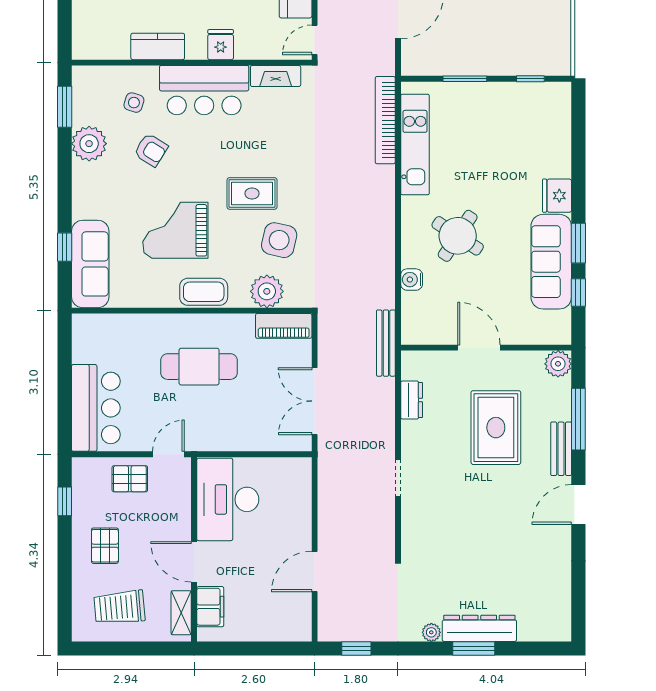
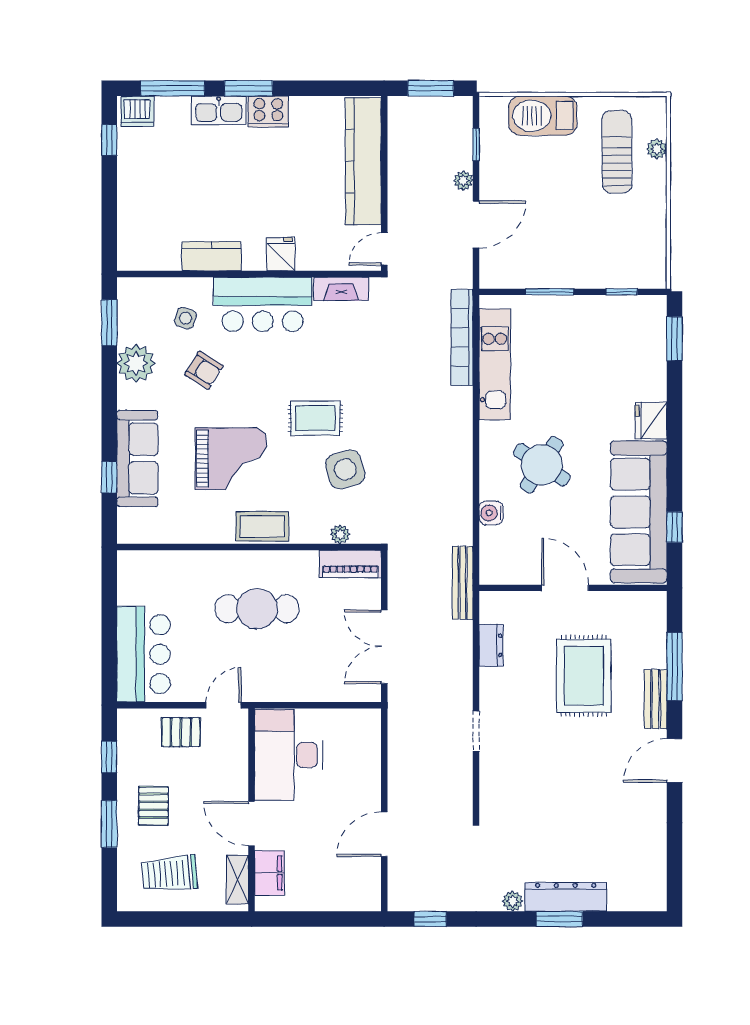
grand piano: (175, 230) -> (231, 459), turned 180
side table: (279, 240) -> (345, 469), turned -30
window: (578, 243) -> (675, 339), moved
sofa: (551, 262) -> (639, 512), width x1.36, depth x1.27
sofa: (90, 264) -> (137, 458), moved
plant: (267, 291) -> (340, 534), width x0.53, depth x0.53
plant: (558, 364) -> (652, 606), removed
window: (65, 562) -> (109, 824), added

